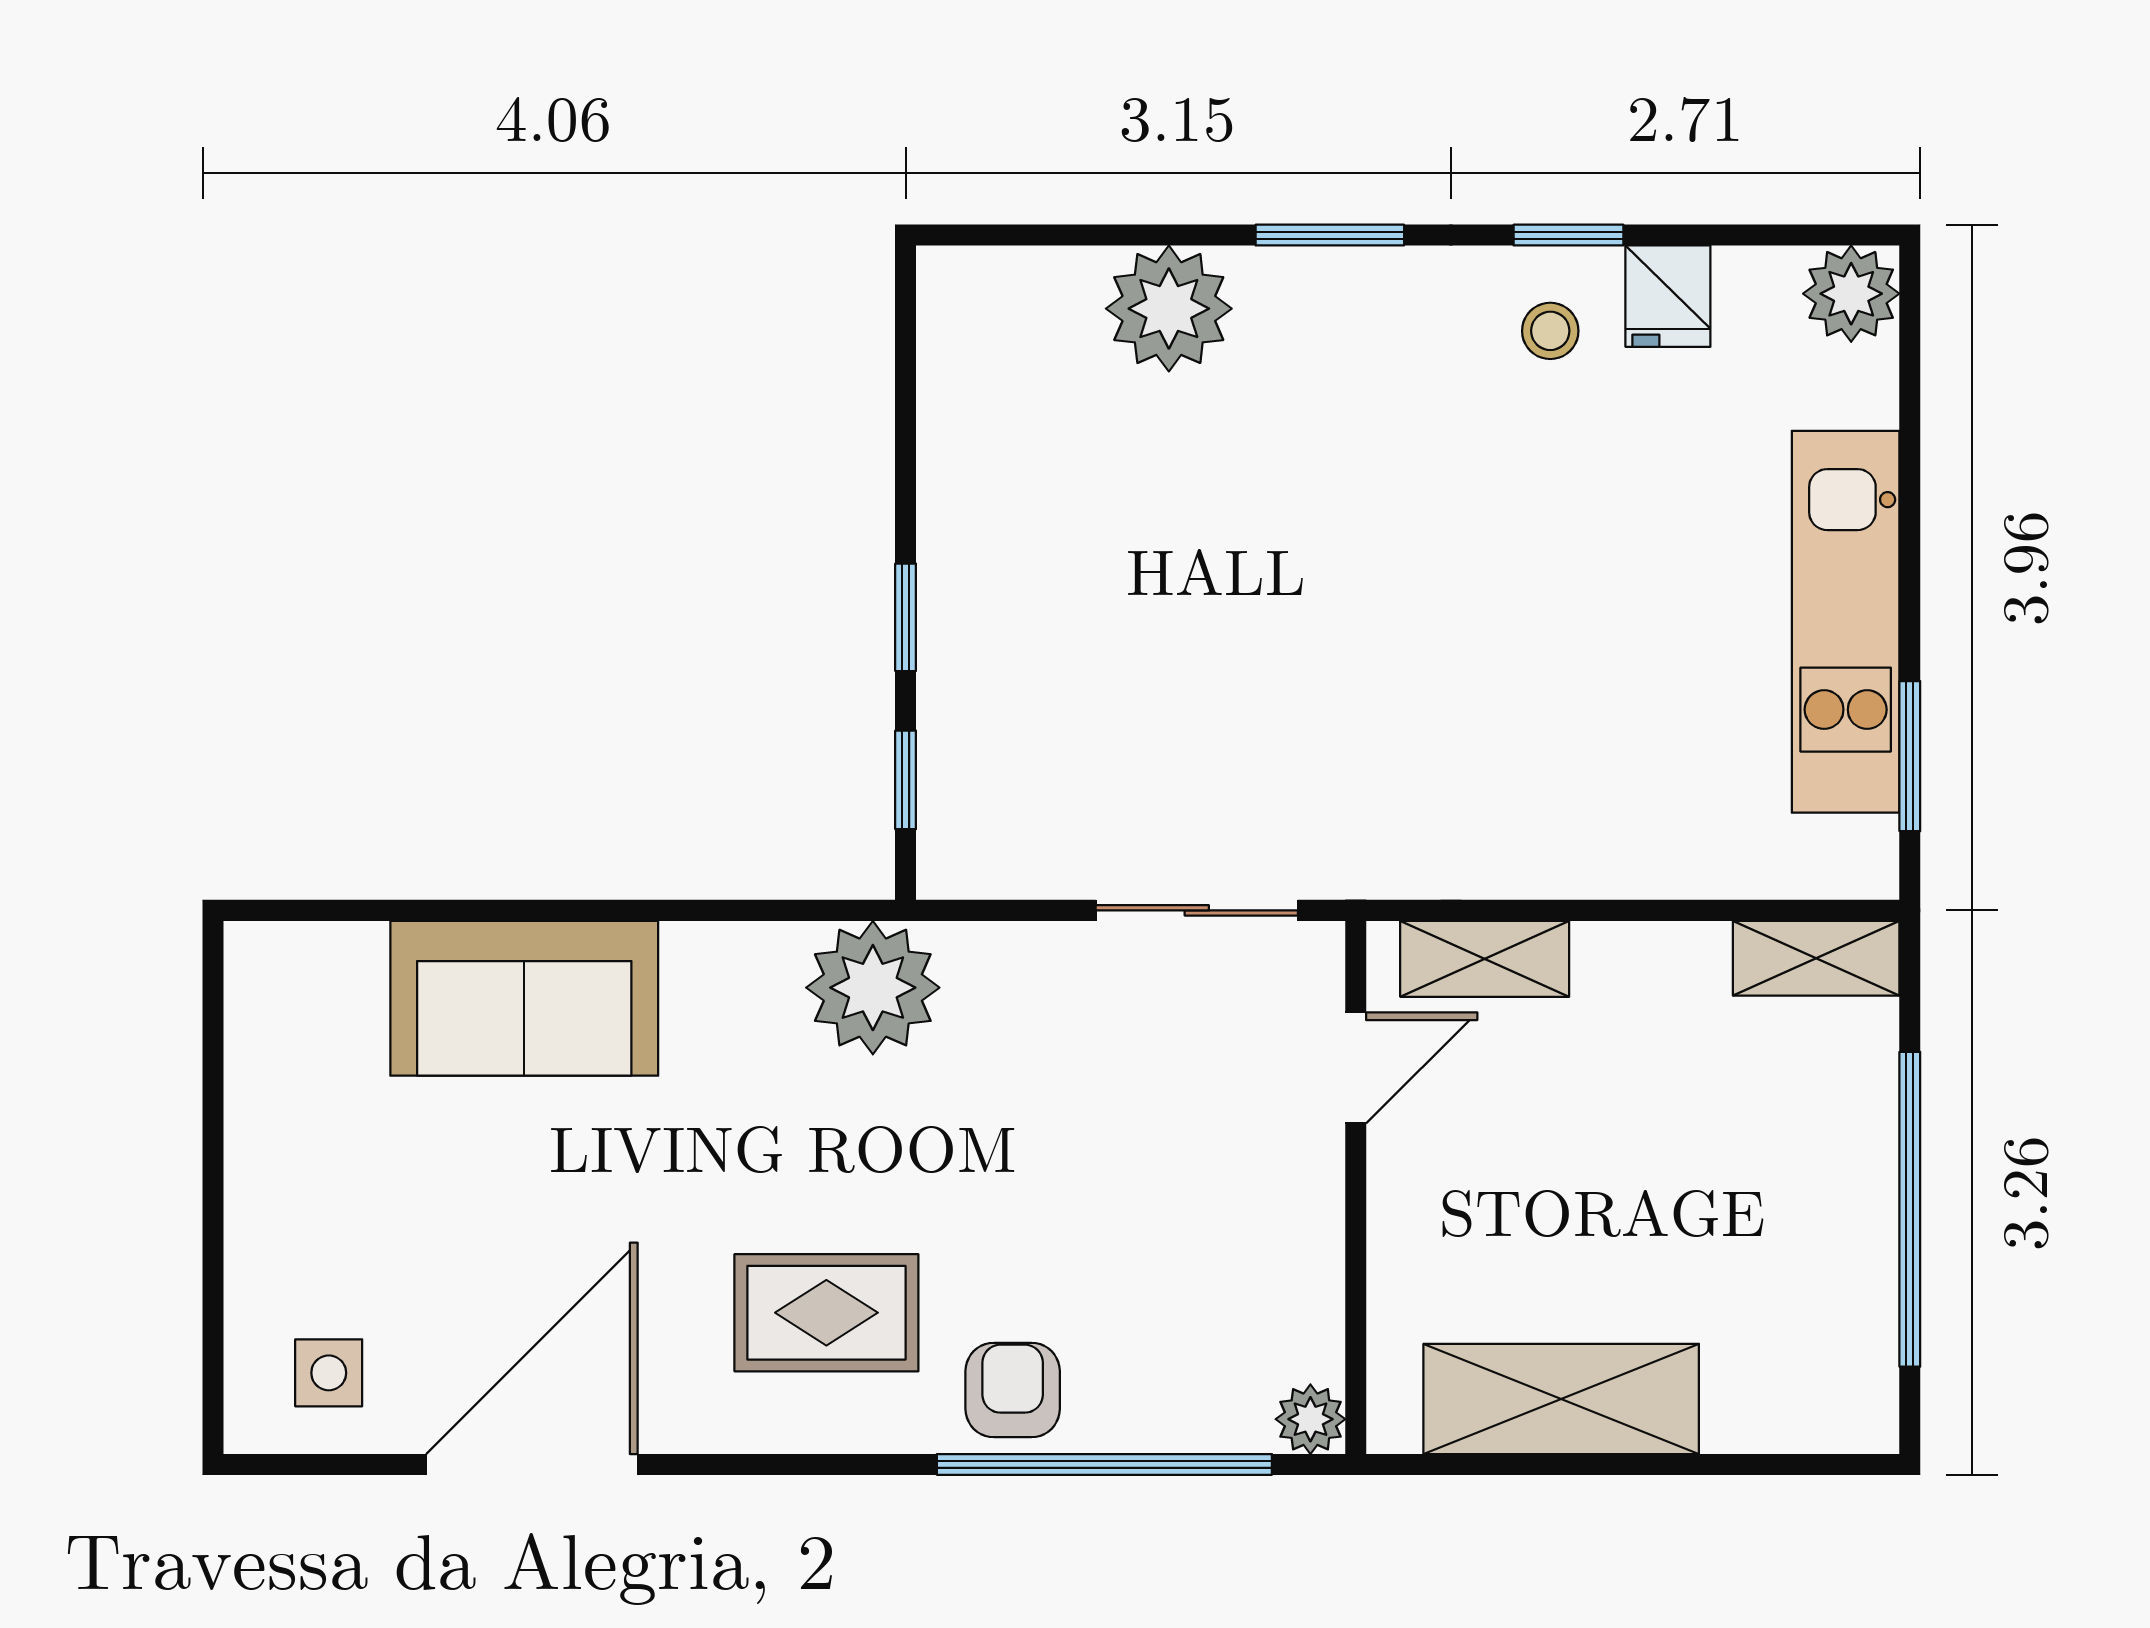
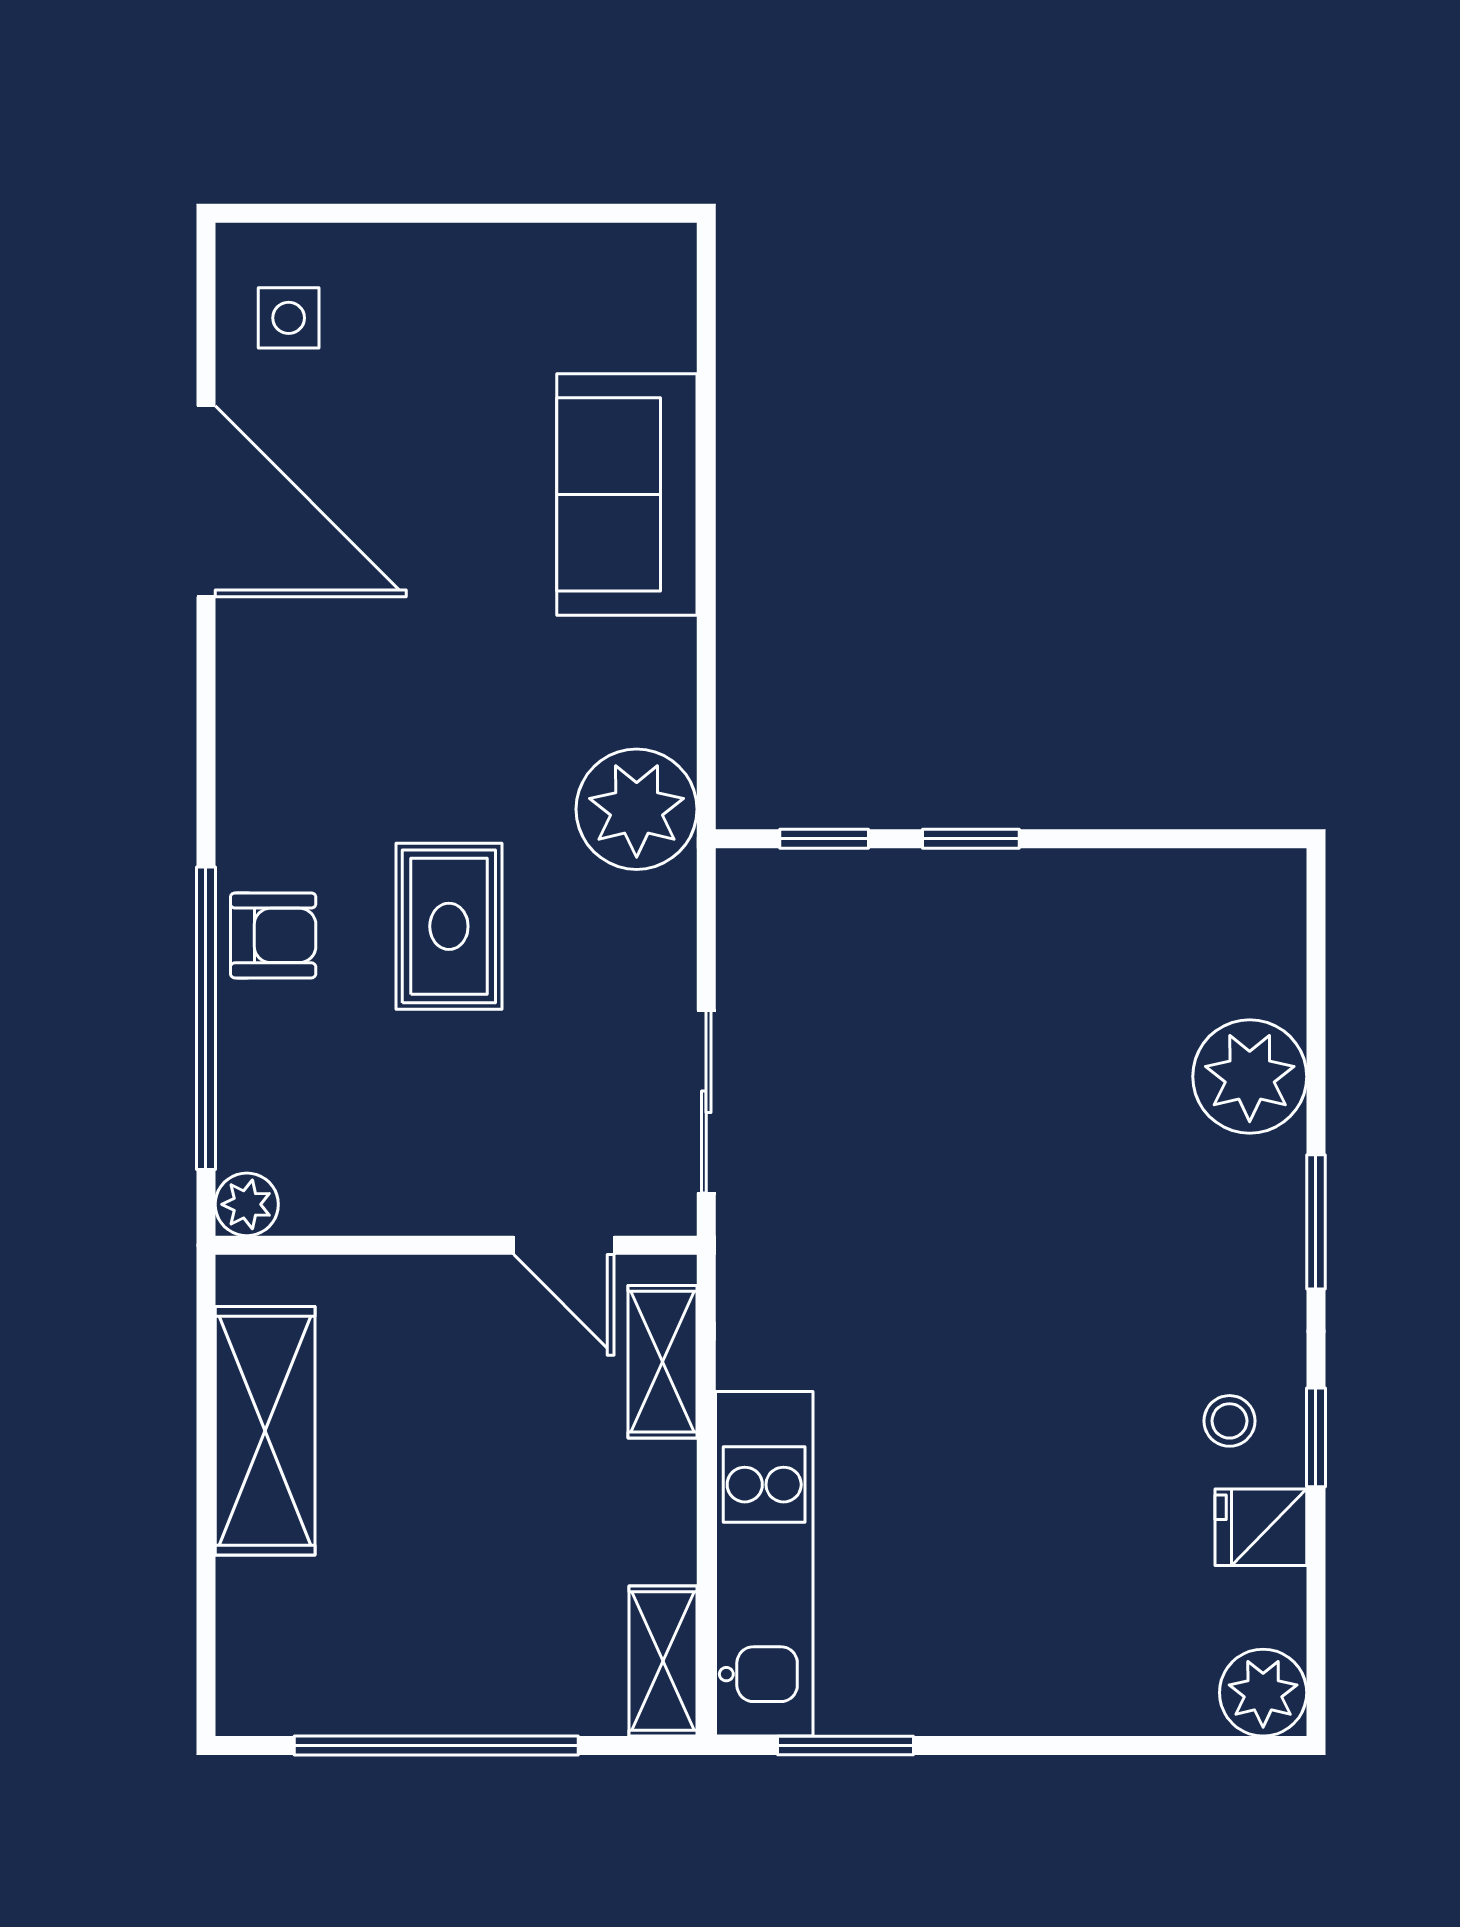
kitchen unit: (1846, 622) -> (764, 1564), moved, turned 90
rug: (826, 1313) -> (449, 926), moved

